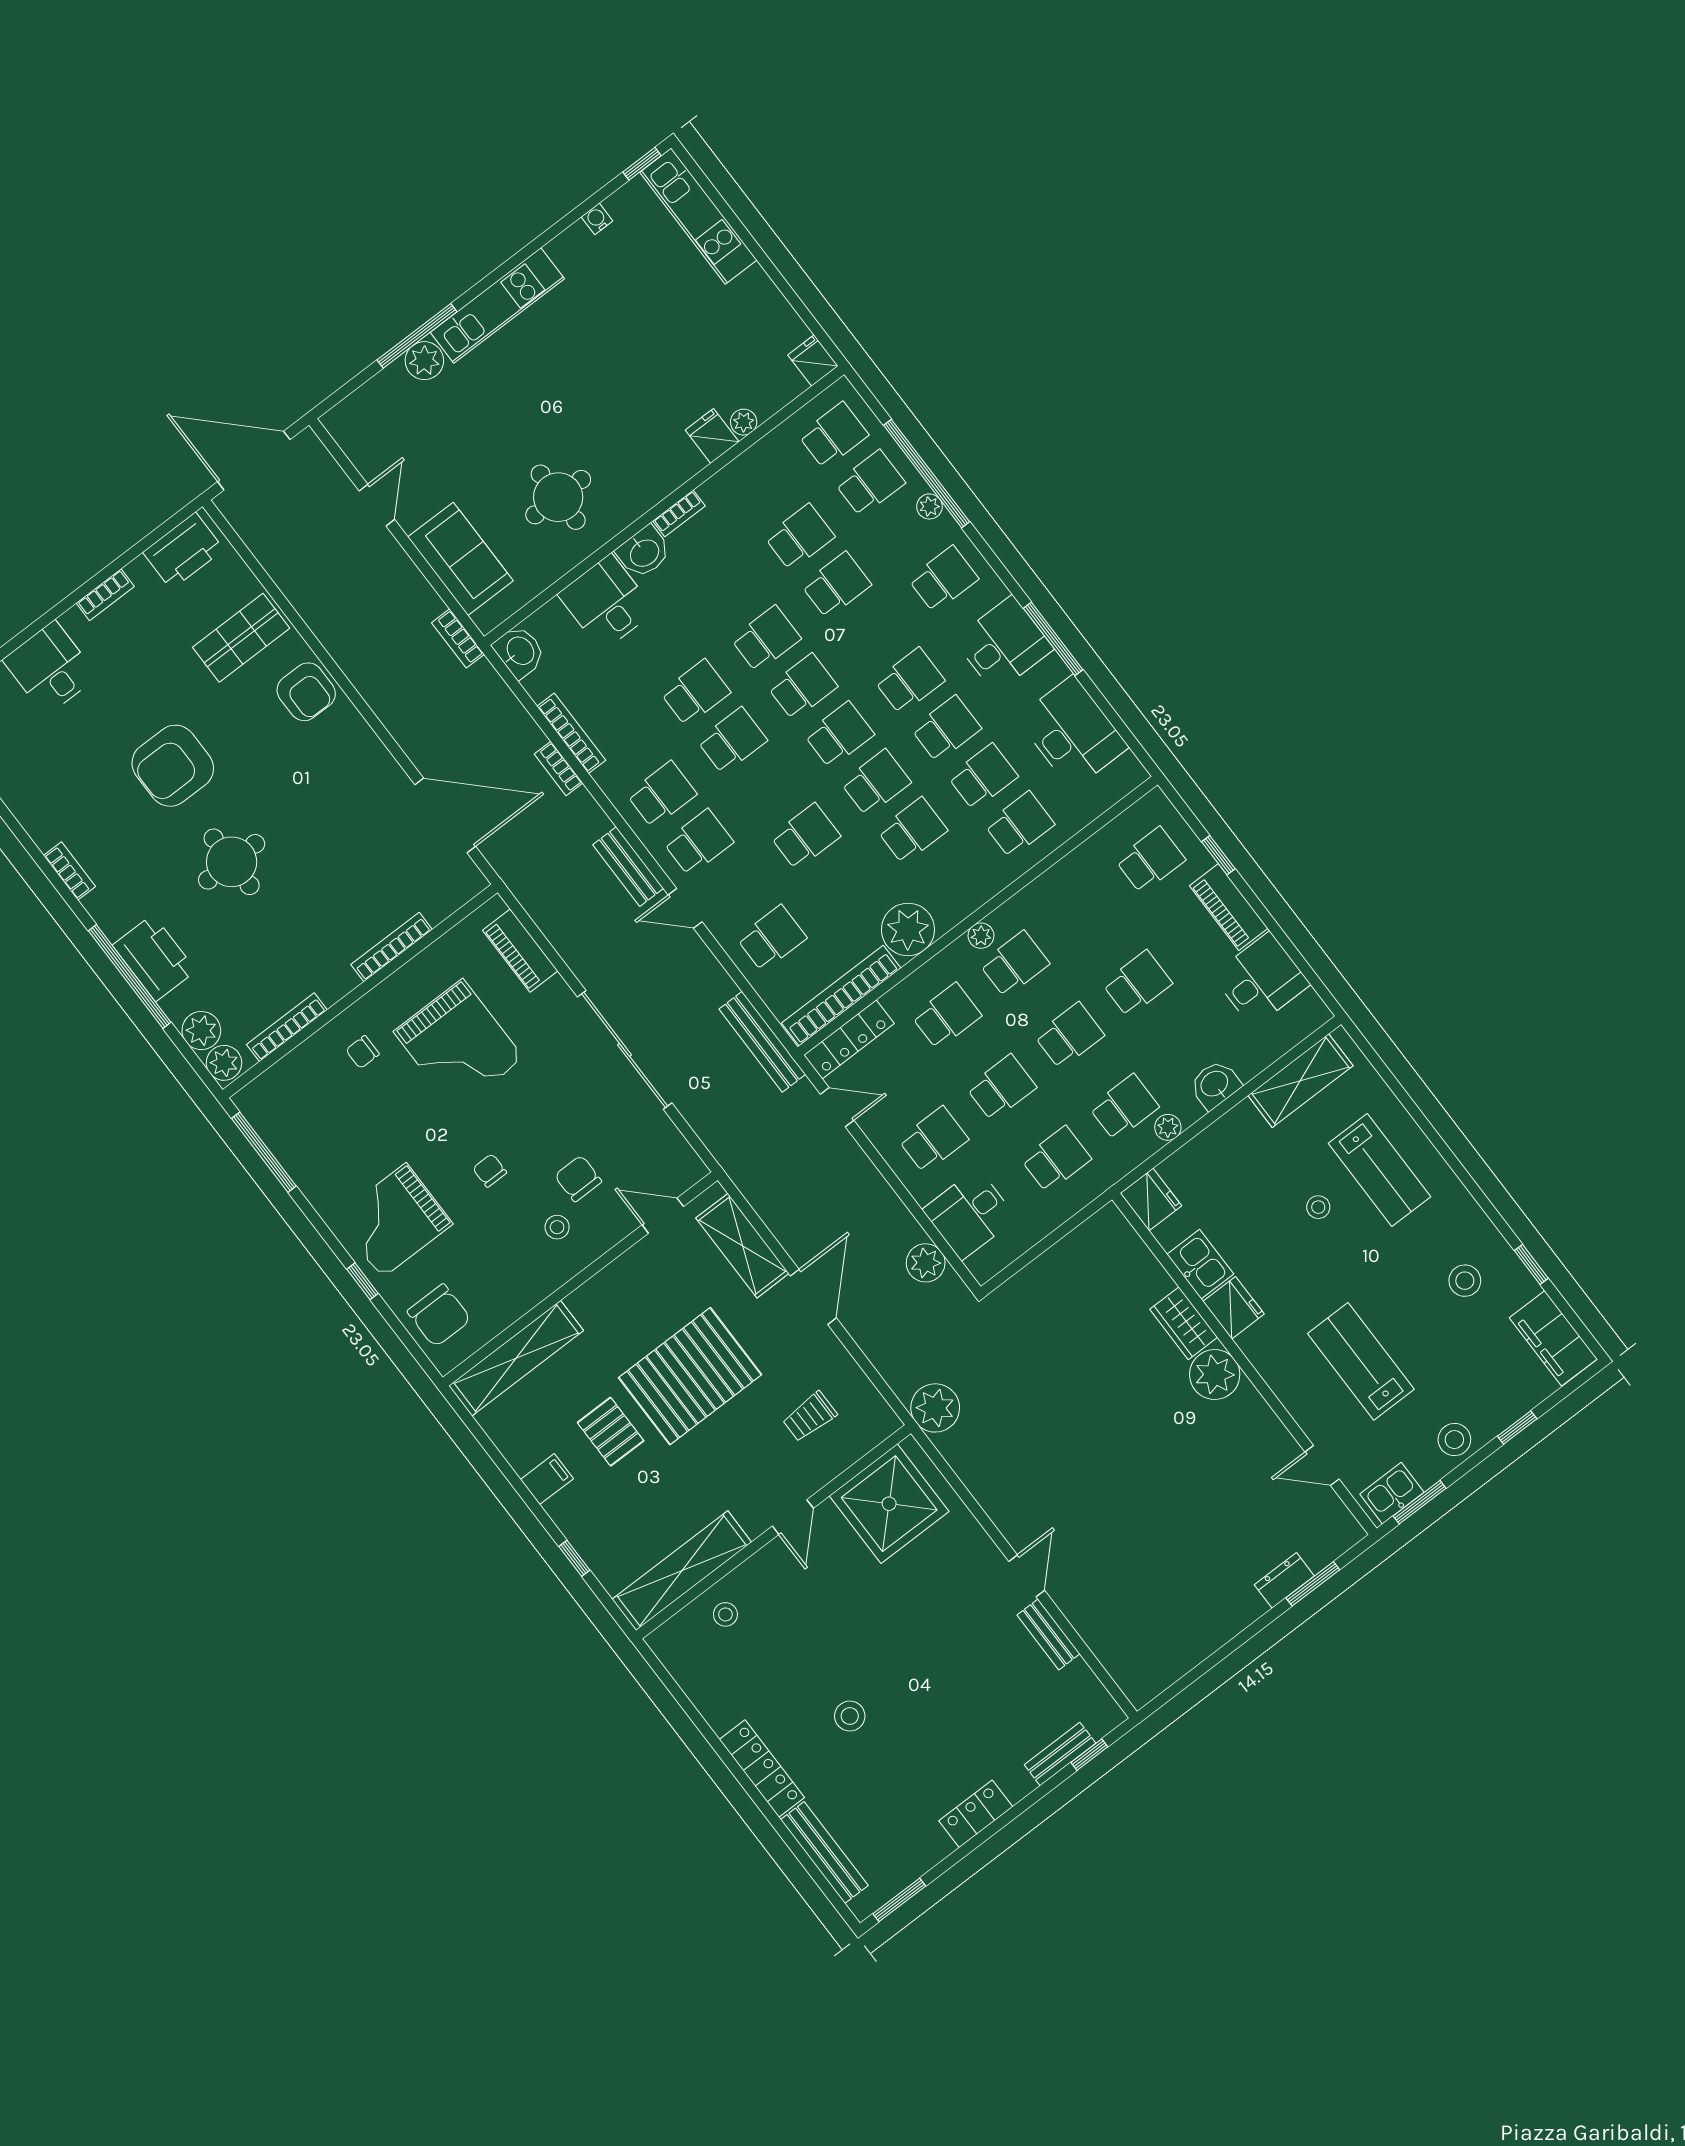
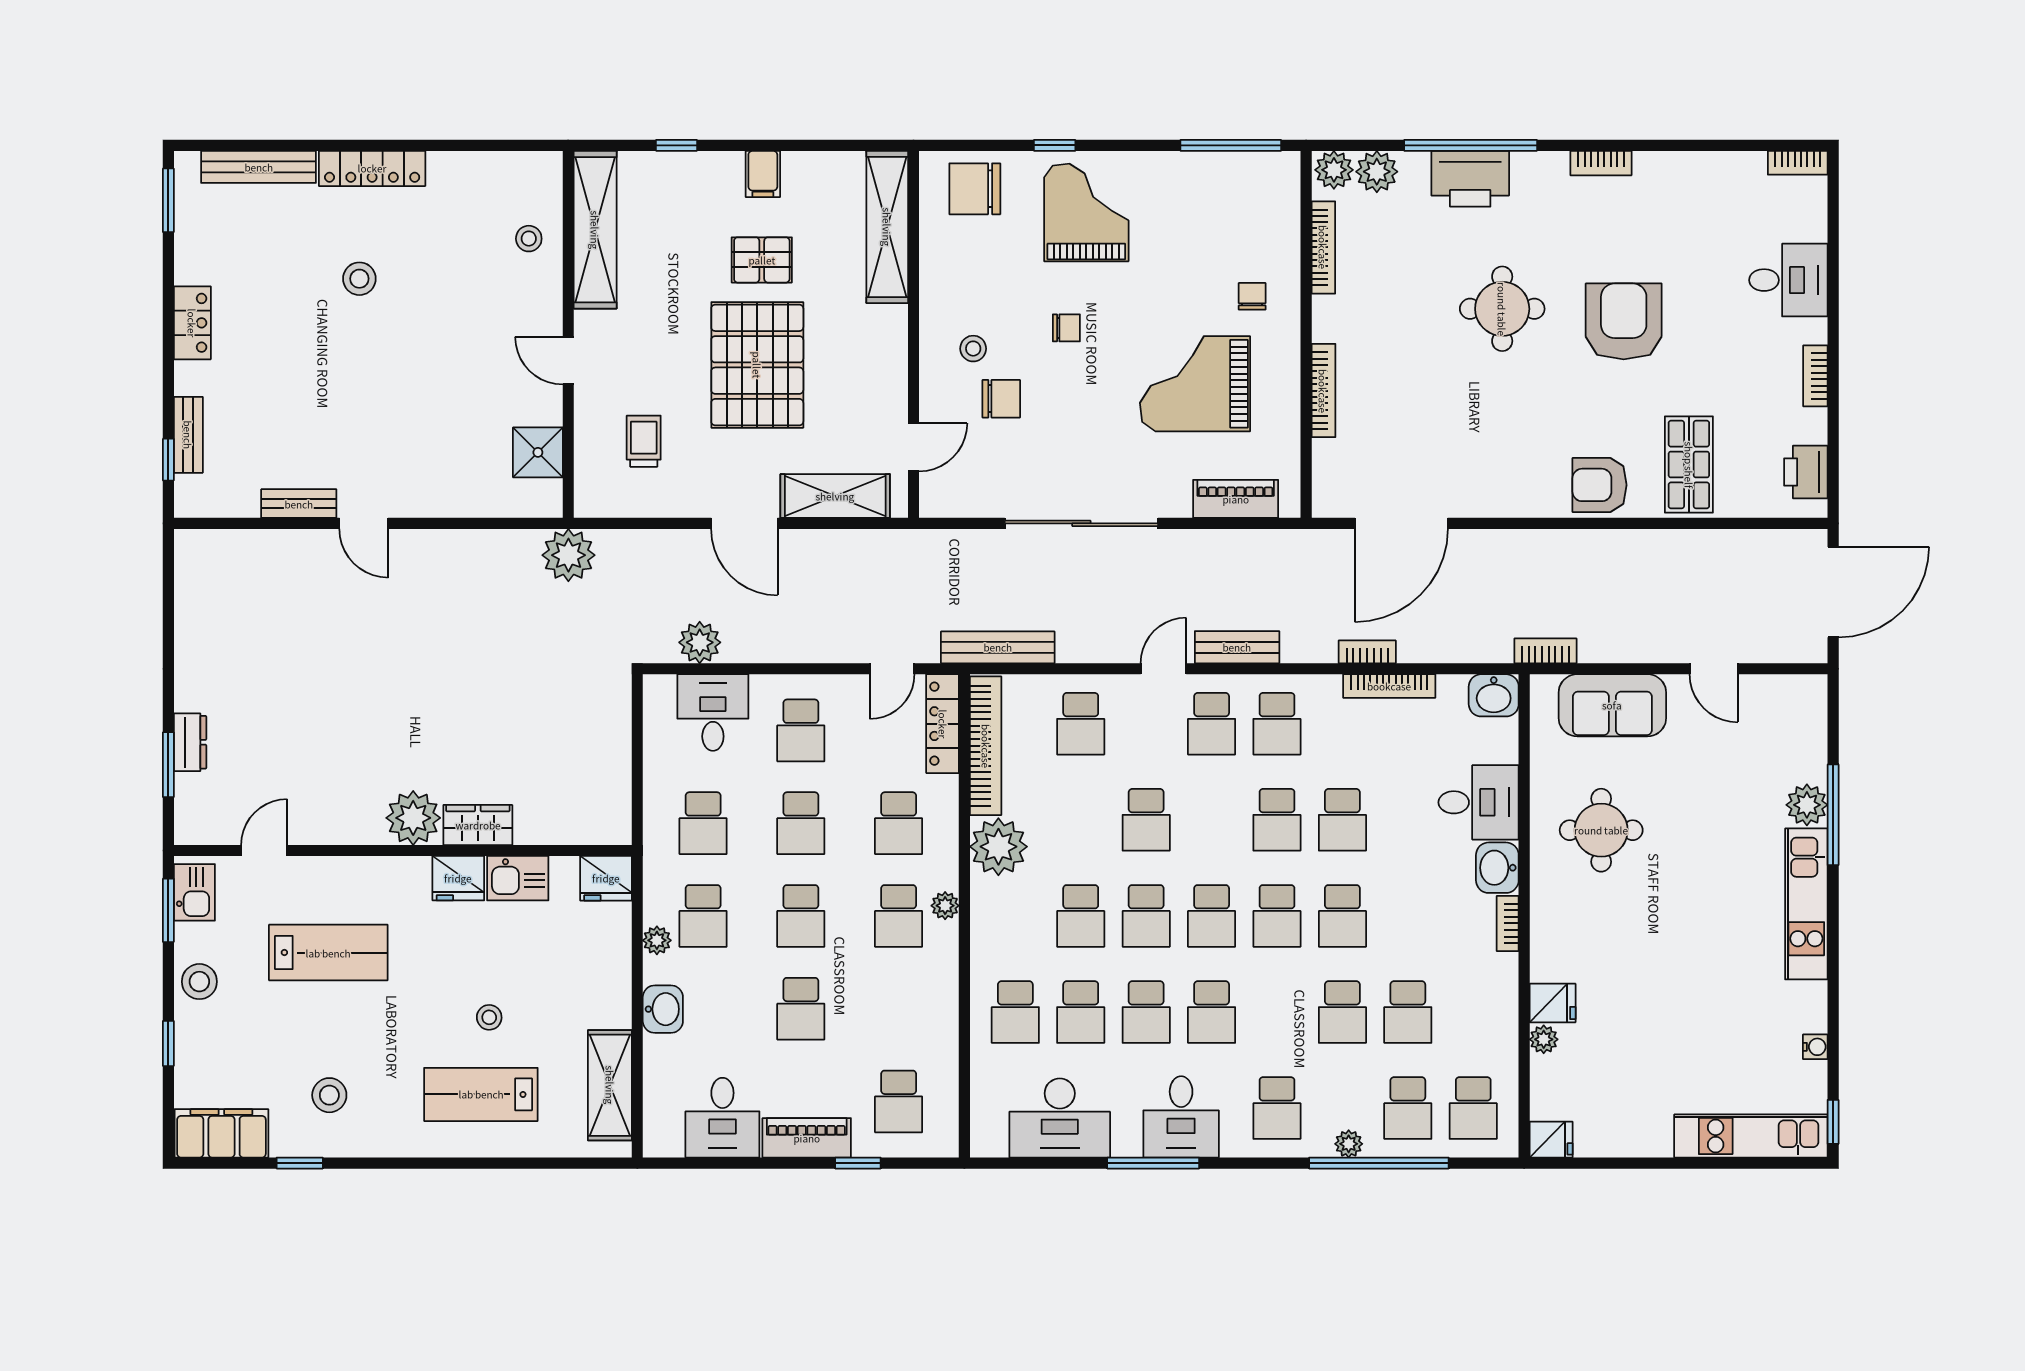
printer: (183, 551) -> (1806, 472), width x0.73, depth x0.84
shower: (889, 1504) -> (538, 452), width x0.54, depth x0.54

